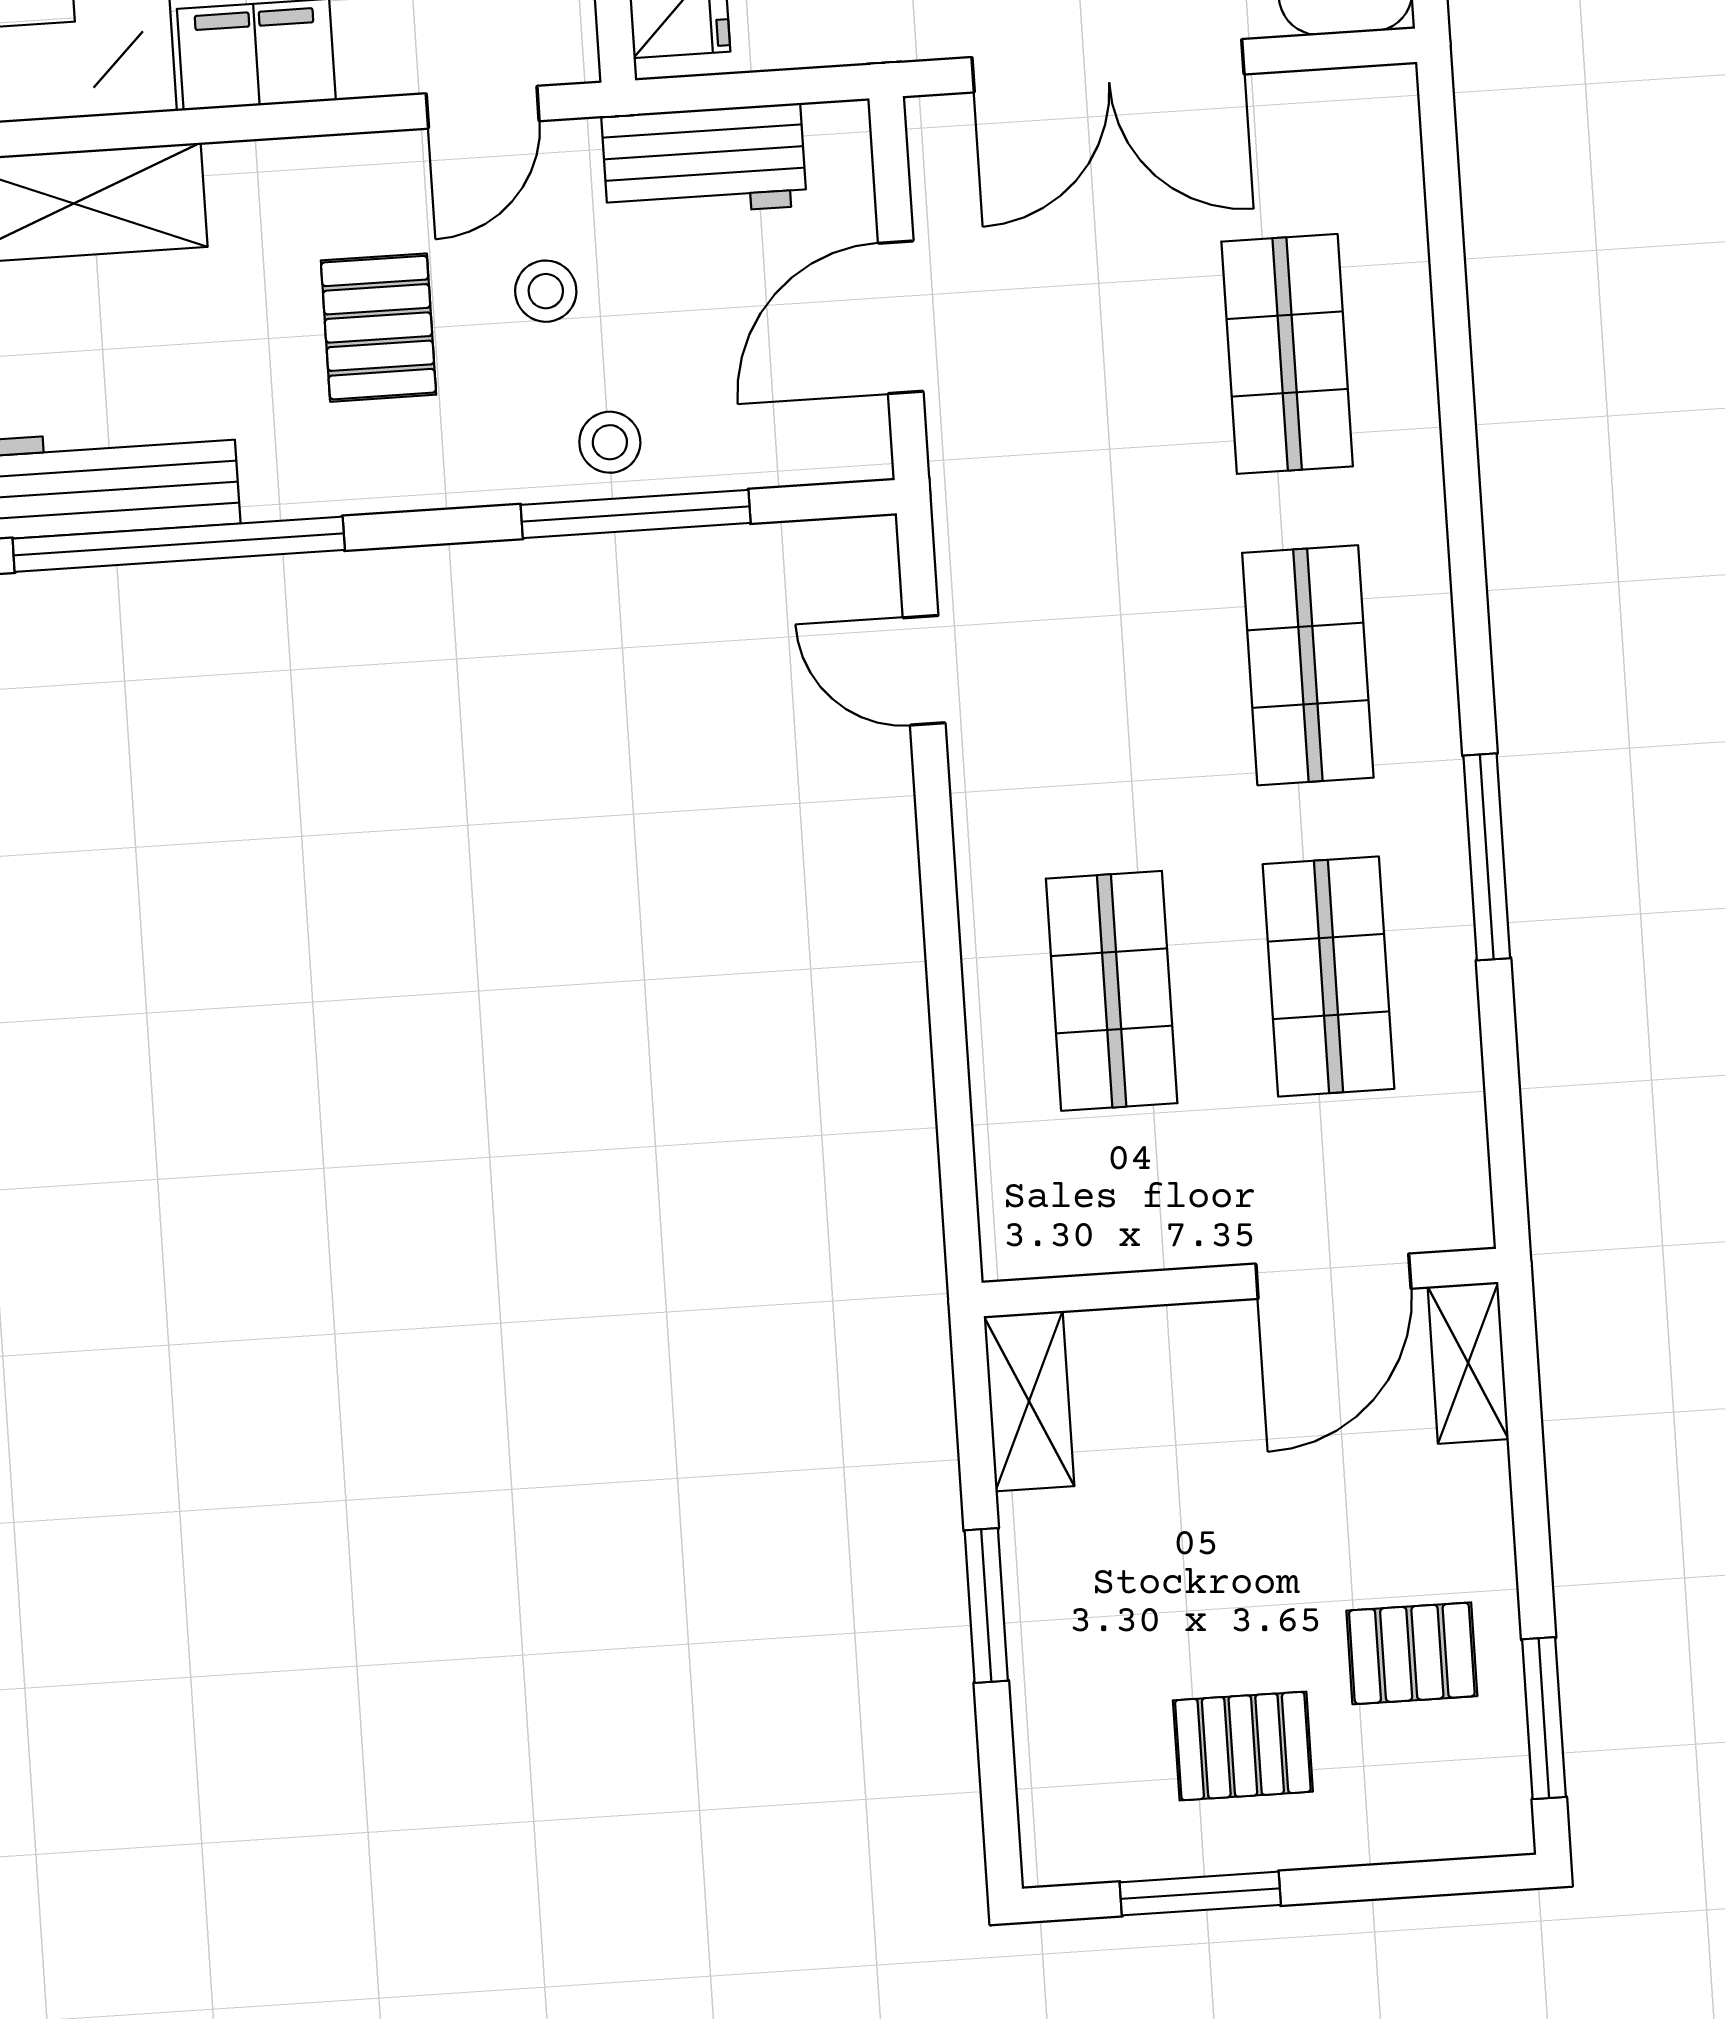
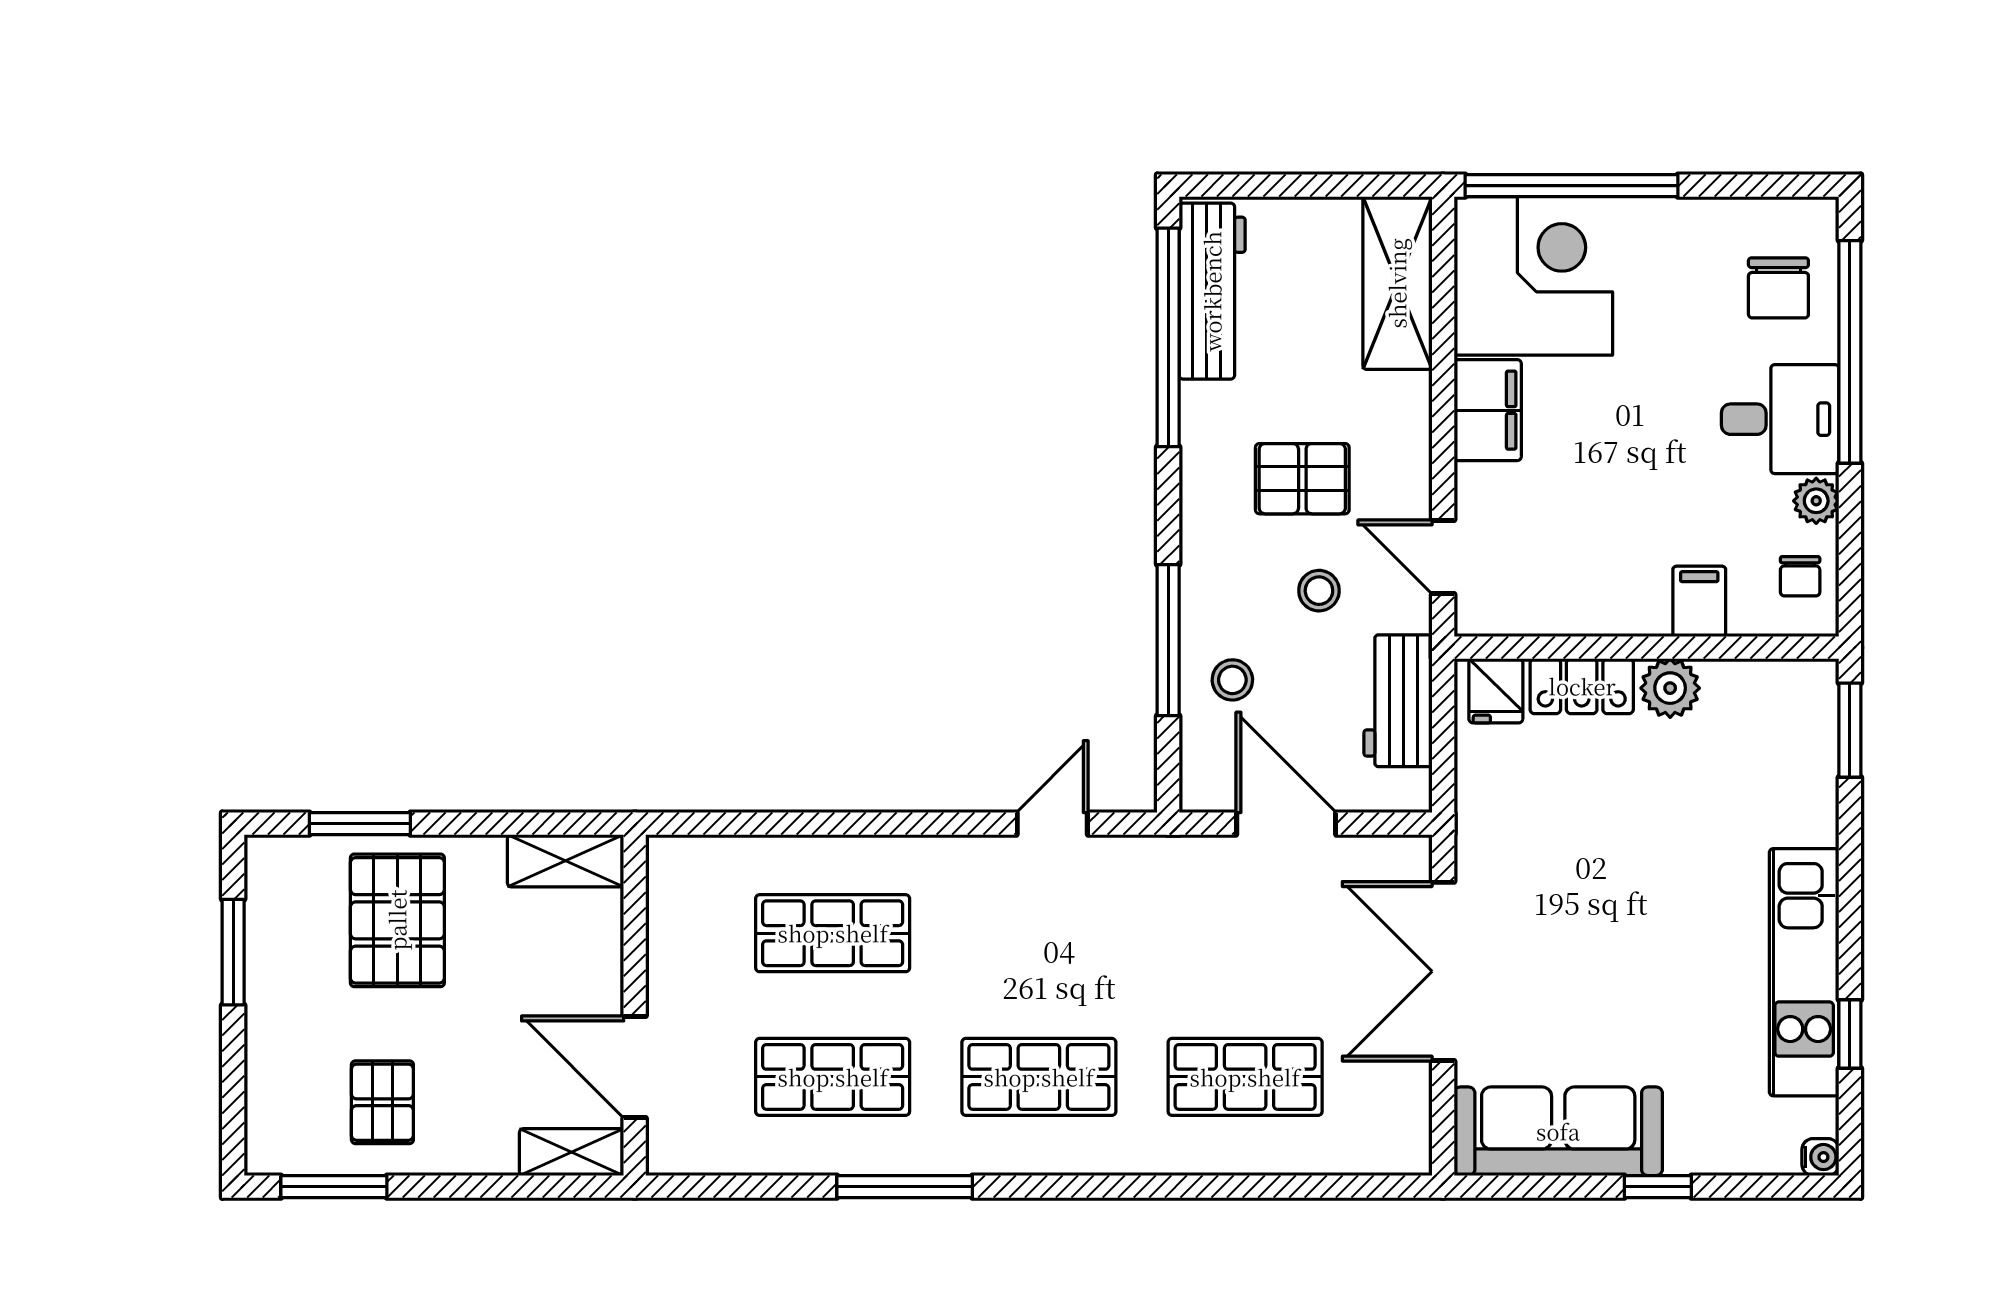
stool: (610, 442) -> (1232, 680), moved
window: (986, 1606) -> (360, 824), moved
pallet: (1243, 1746) -> (397, 920), moved, width x1.50, depth x1.42

